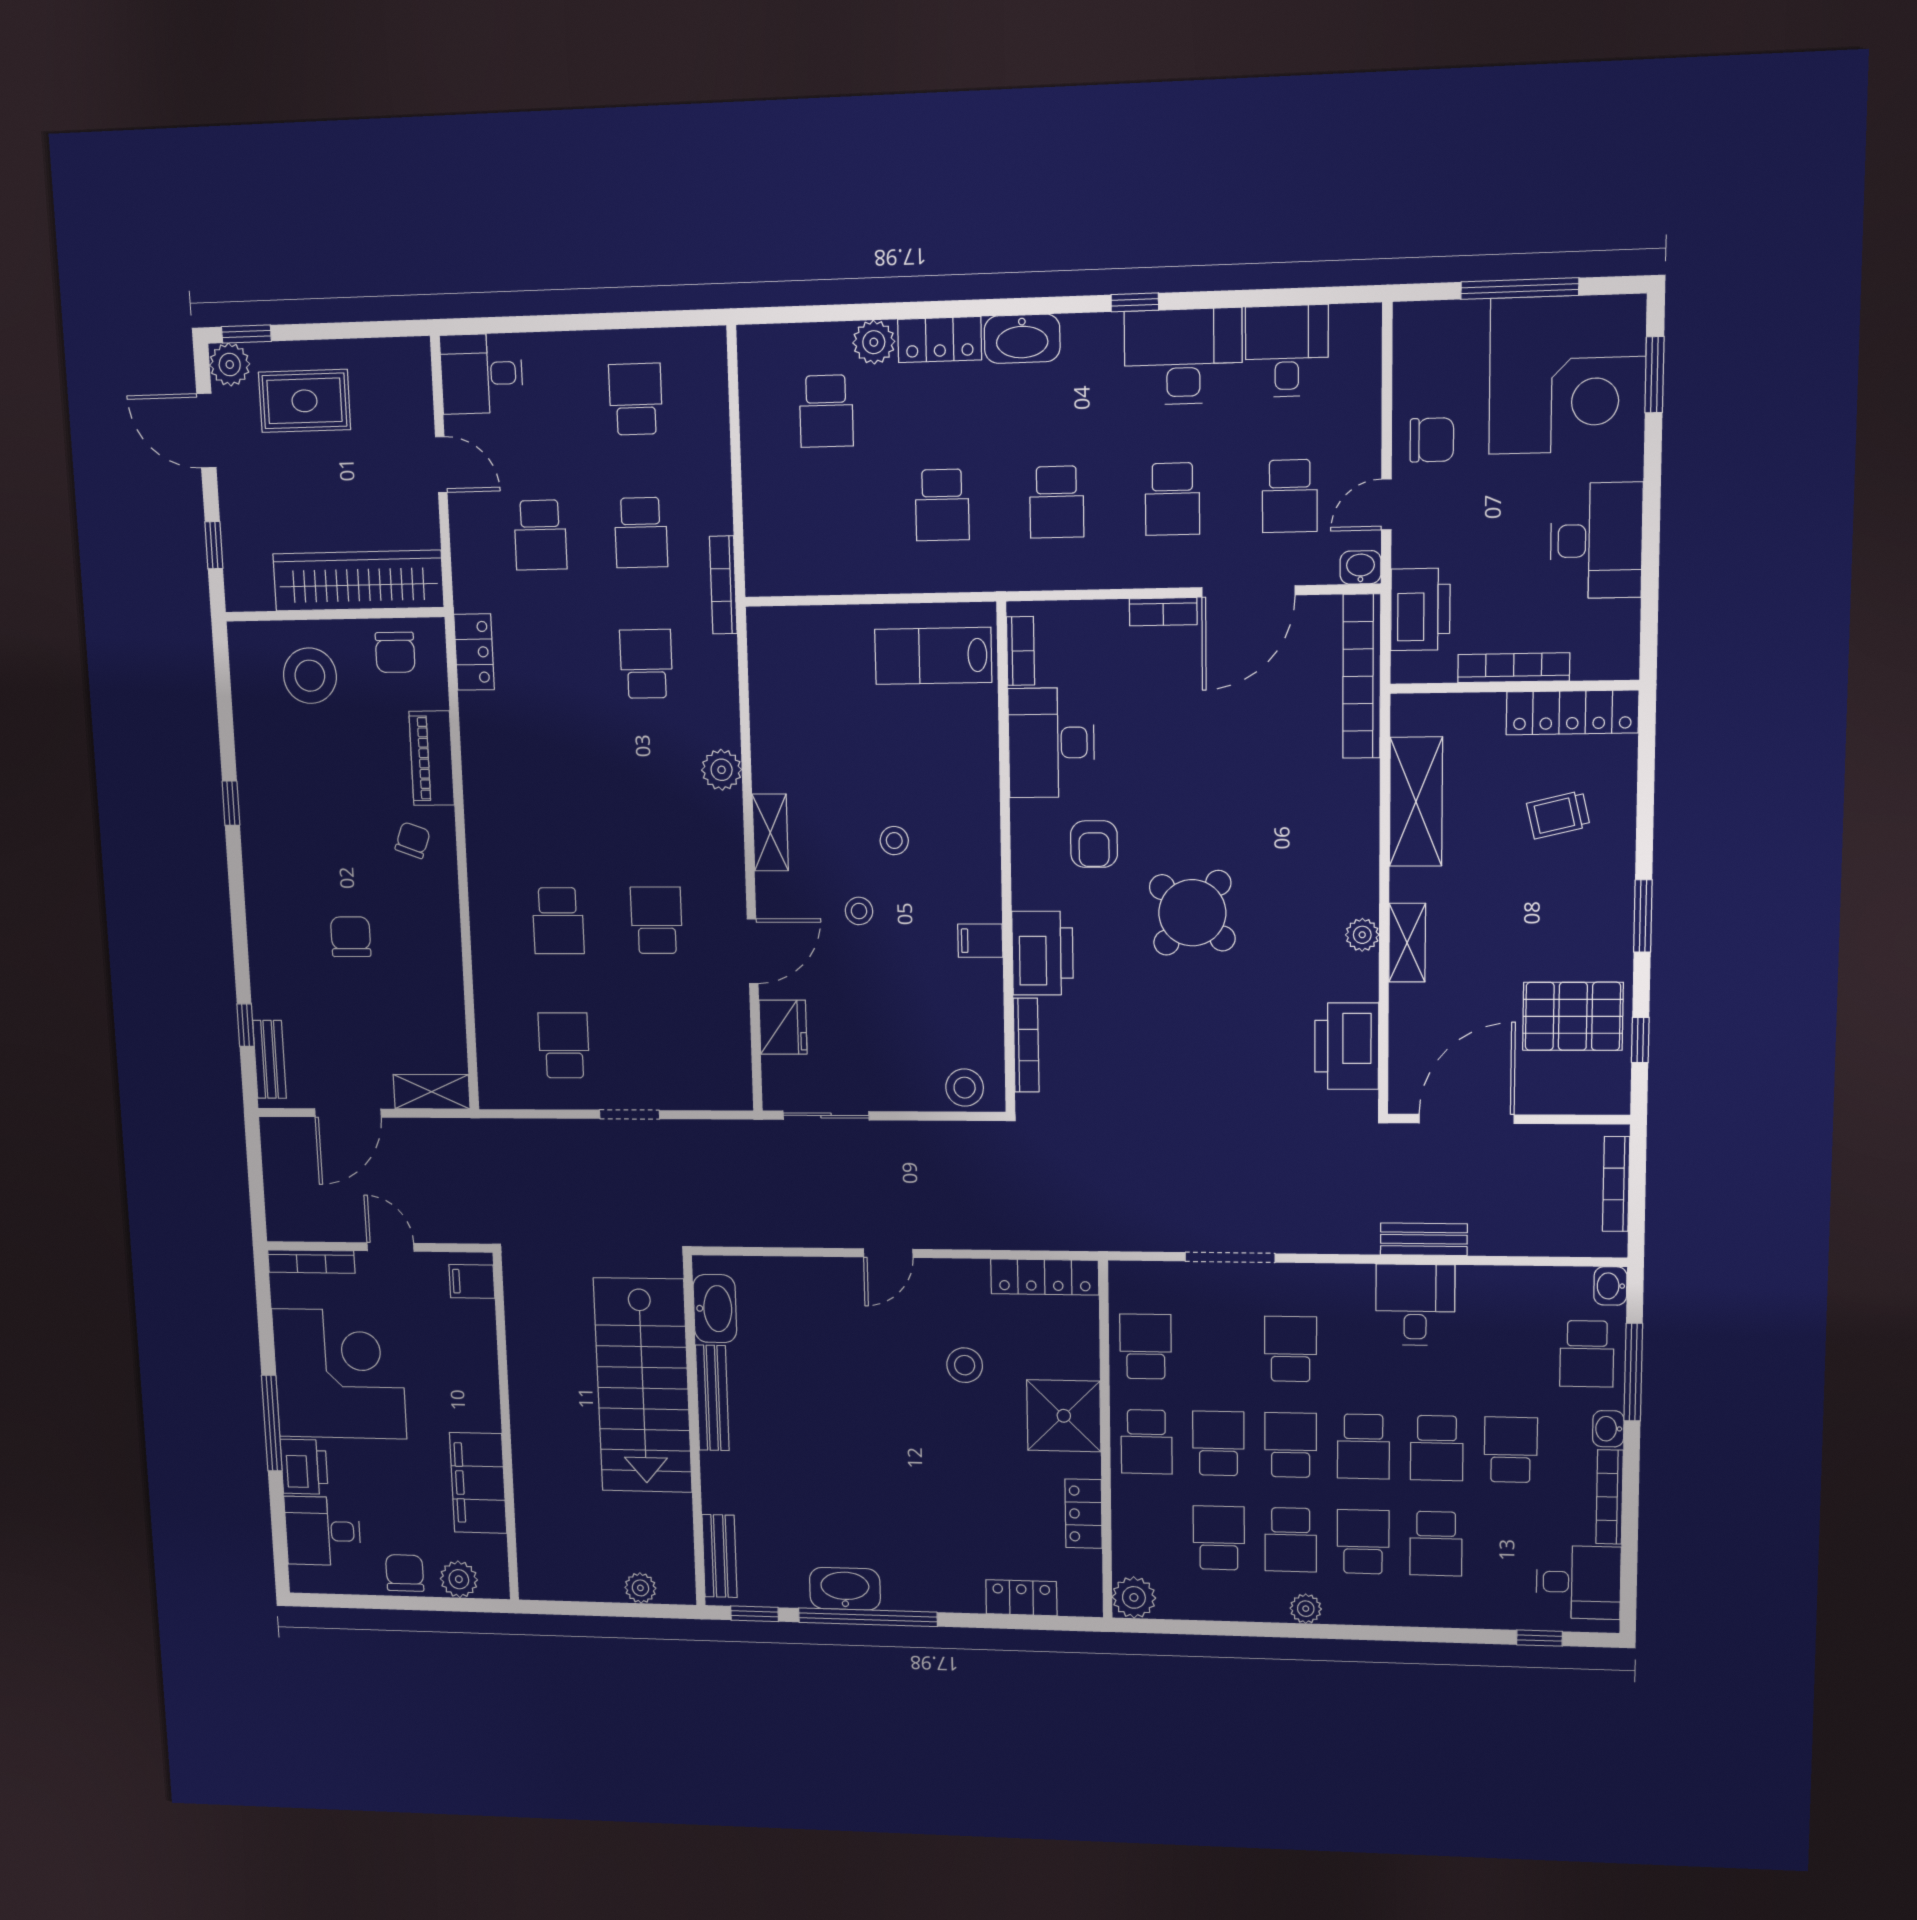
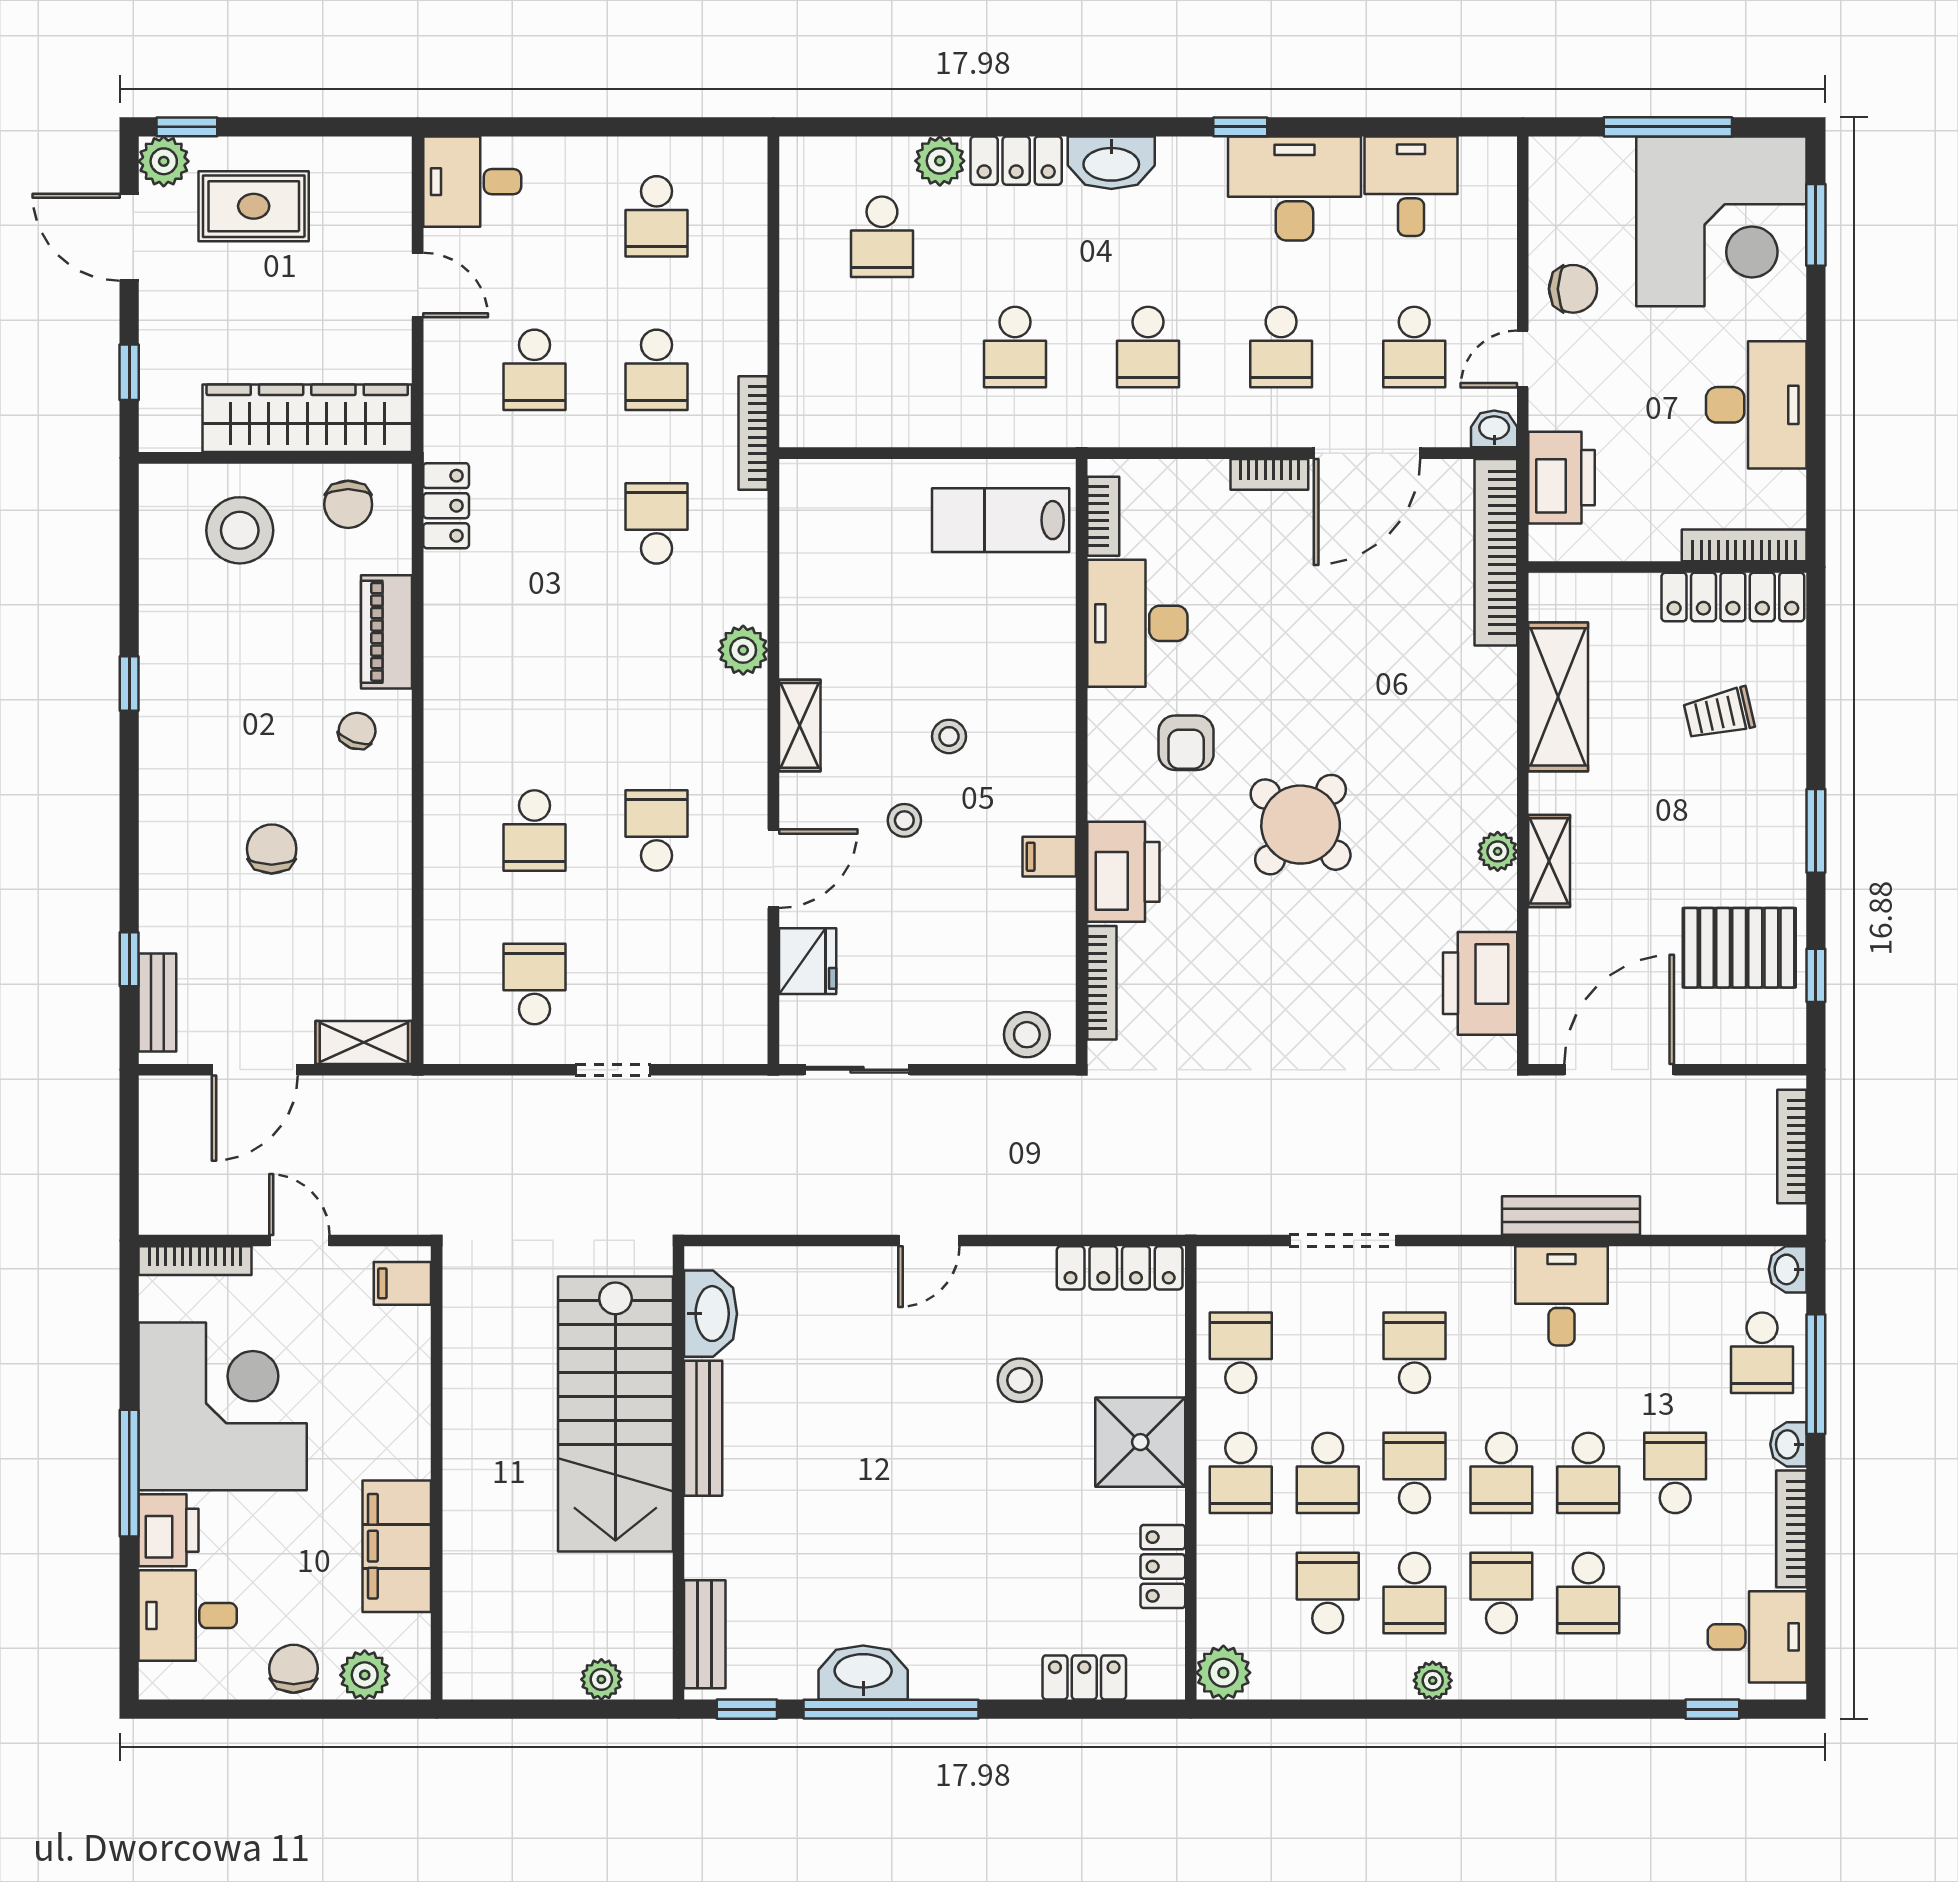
school desk: (636, 399) -> (657, 216), turned 180
bookcase: (1514, 668) -> (1744, 545), moved
bench: (1424, 1239) -> (1571, 1216), width x1.36
school desk: (1218, 1443) -> (1328, 1473), turned 180

